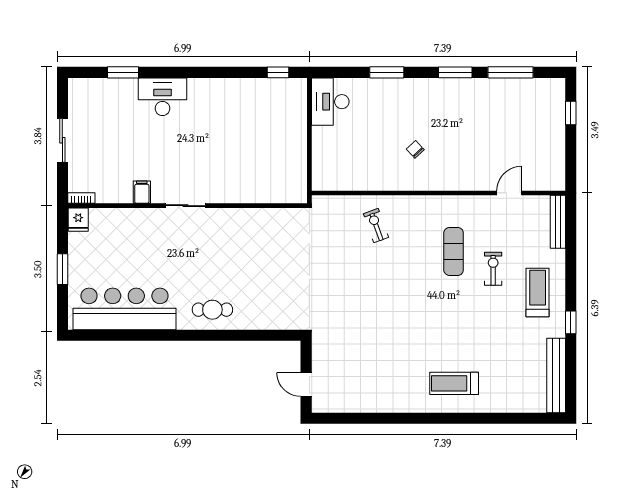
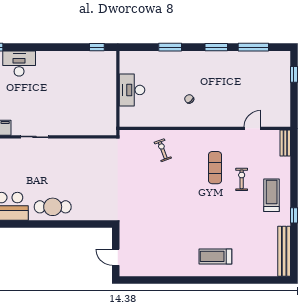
desk: (330, 102) -> (132, 90), moved
bench: (558, 222) -> (285, 143), width x0.73
cafe table: (212, 310) -> (53, 207), width x1.37, depth x1.35

